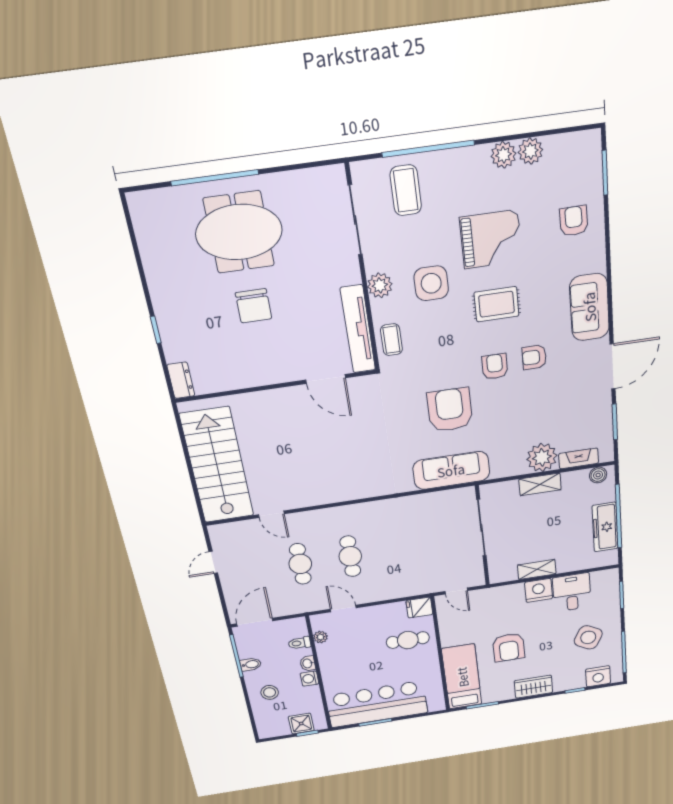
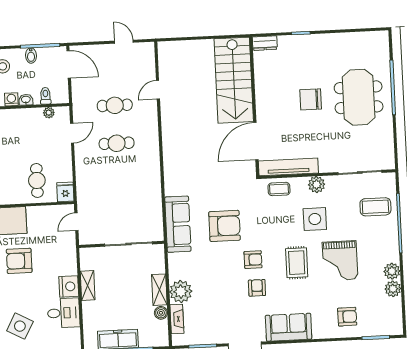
door: (326, 379) -> (256, 141), width x1.36
stairs: (217, 466) -> (234, 80), moved, turned 90
boiler: (598, 475) -> (161, 313), moved

